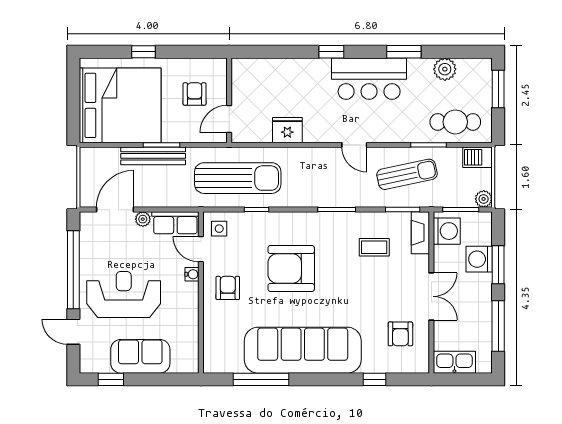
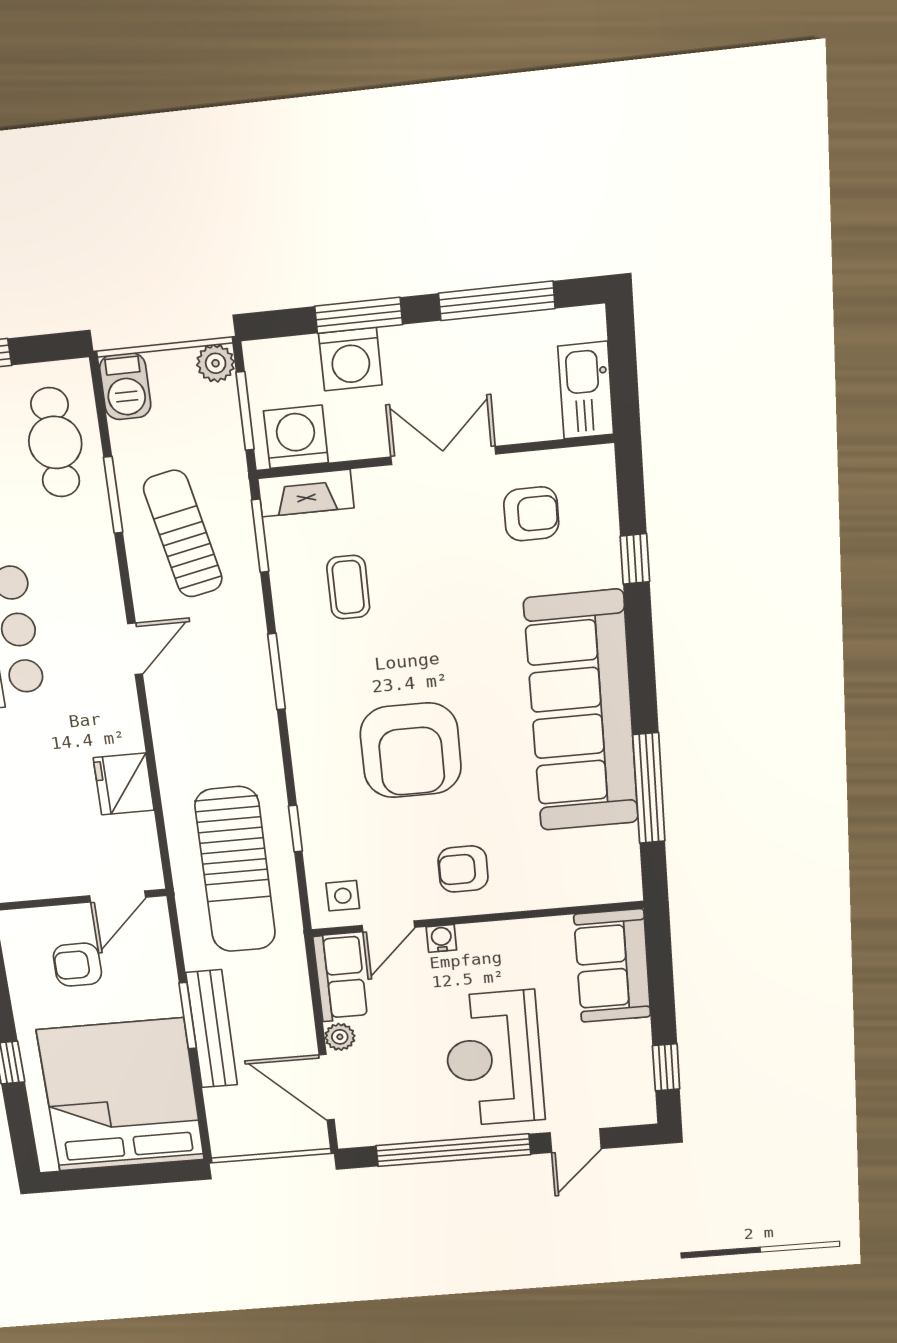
door: (229, 119) -> (118, 897), hinge flipped
sun lounger: (238, 178) -> (235, 870), turned 180
sofa: (140, 356) -> (612, 966), moved

